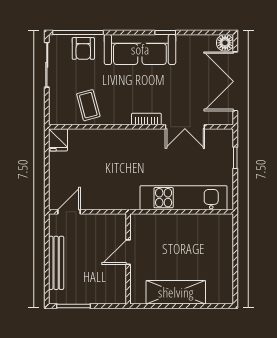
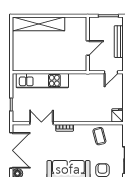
door: (128, 252) -> (88, 48), moved
wall: (128, 259) -> (88, 44), moved
shelving: (176, 292) -> (39, 24), width x1.47

